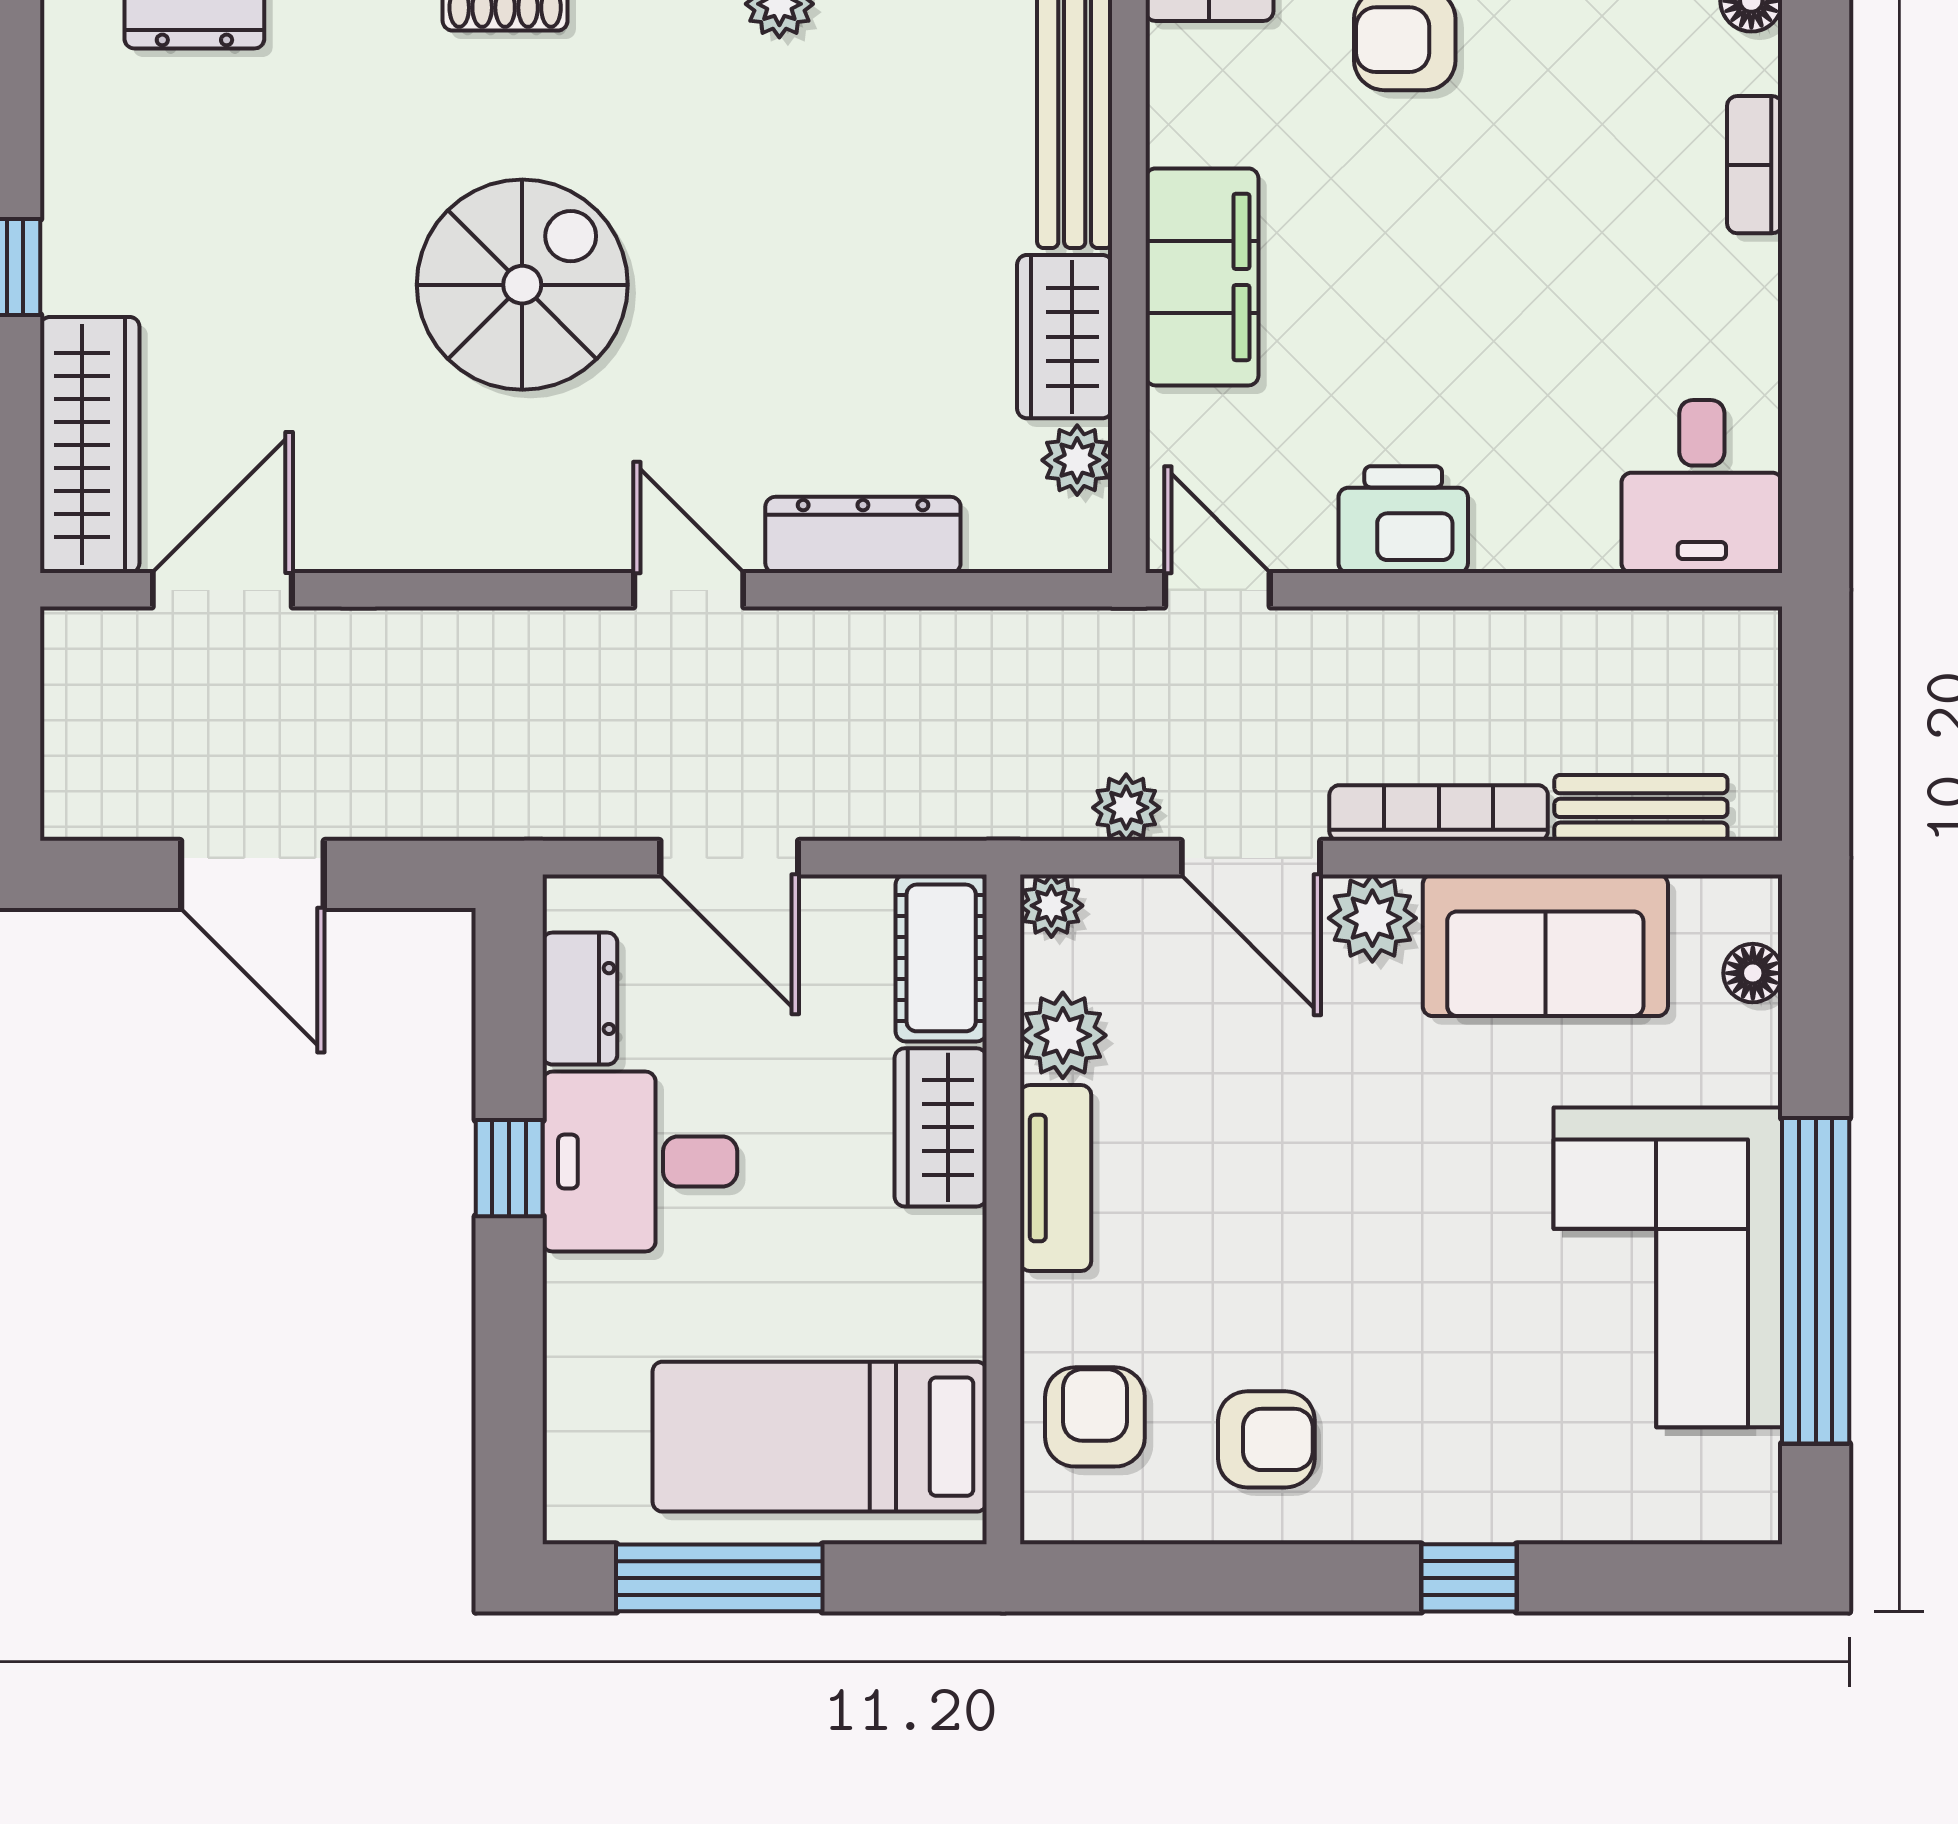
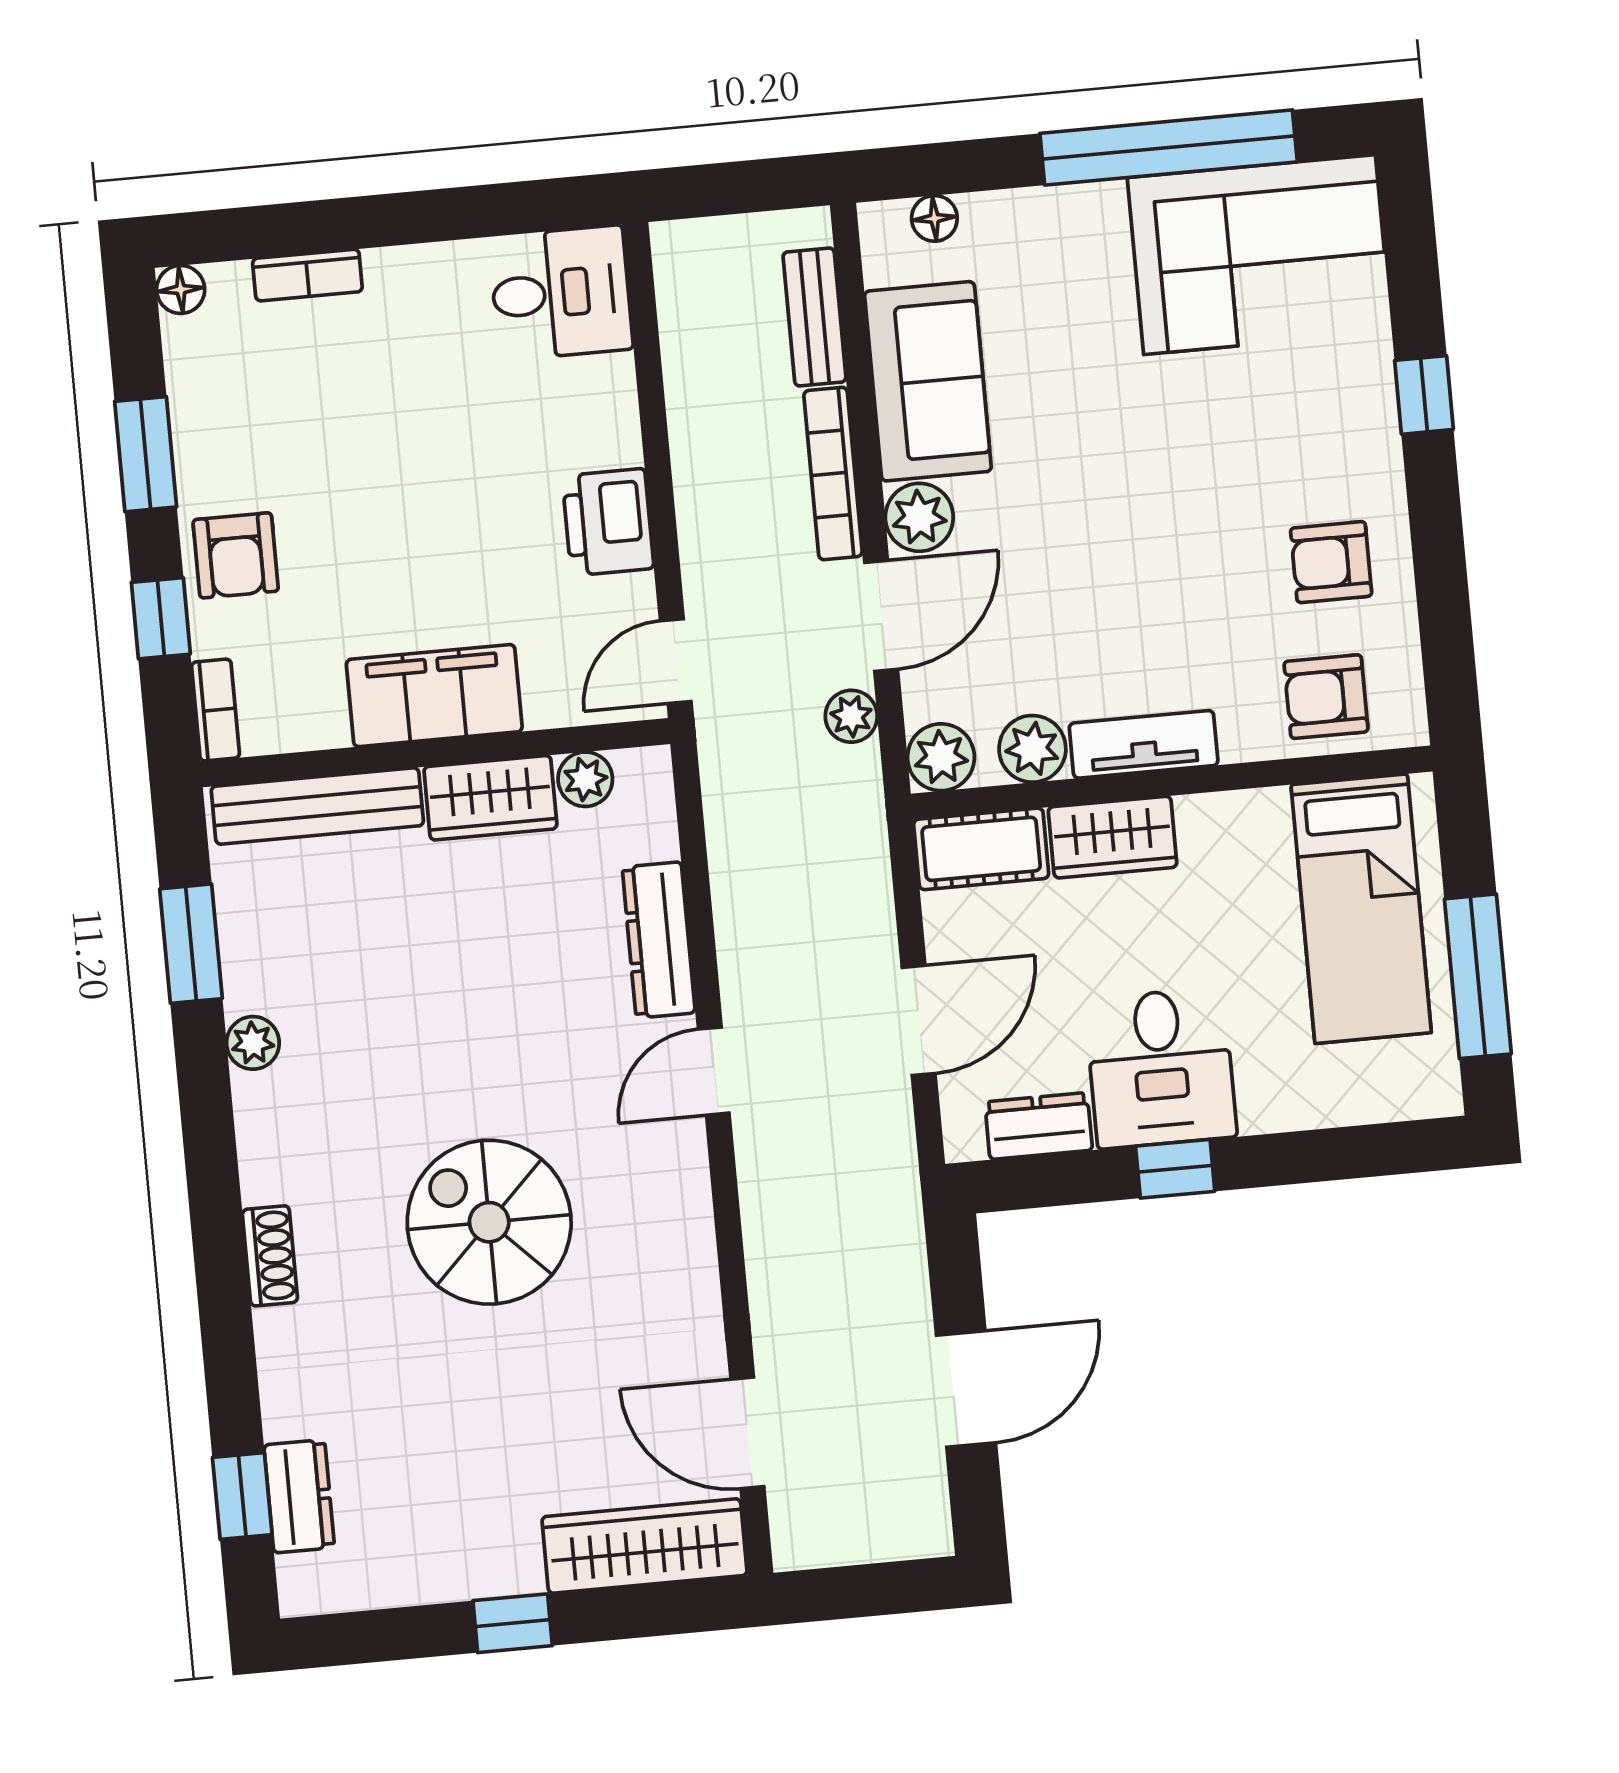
plant: (1051, 906) -> (941, 757), width x1.38, depth x1.38
corner sofa: (1668, 1267) -> (1260, 255), moved
armchair: (1266, 1439) -> (1331, 562), turned -90

